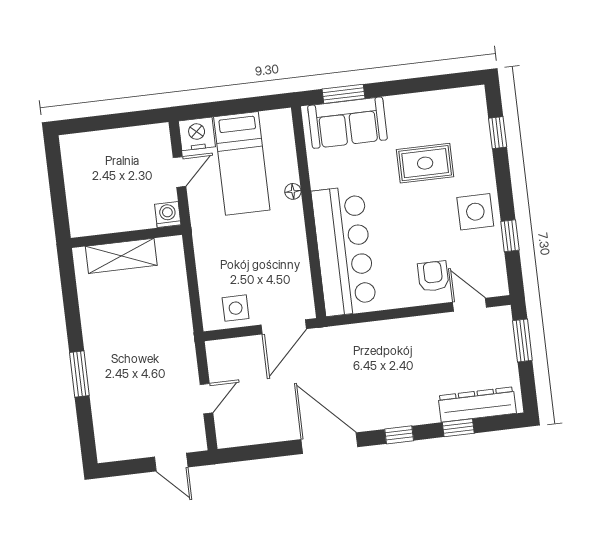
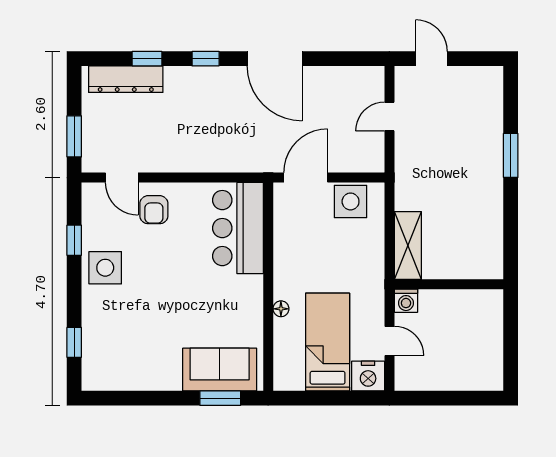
rug: (425, 163) -> (149, 321), removed
door: (179, 172) -> (389, 341), swing flipped
bar counter: (344, 251) -> (238, 228), width x0.73
shelving: (121, 256) -> (408, 246), moved, turned 90
side table: (236, 308) -> (351, 201), width x1.37, depth x1.37

